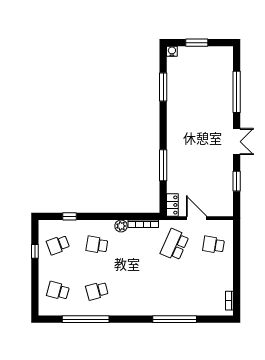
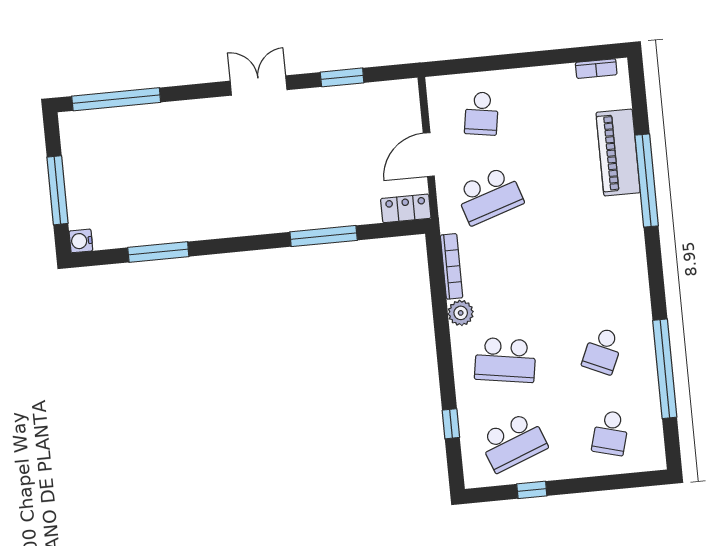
window: (197, 43) -> (57, 190), width x1.44
window: (237, 92) -> (116, 99), moved
school desk: (58, 245) -> (513, 442), width x1.85
school desk: (97, 245) -> (505, 360), width x1.85
school desk: (175, 245) -> (489, 196), turned -42
school desk: (97, 291) -> (603, 351), turned 39
piano: (189, 307) -> (618, 153), added

